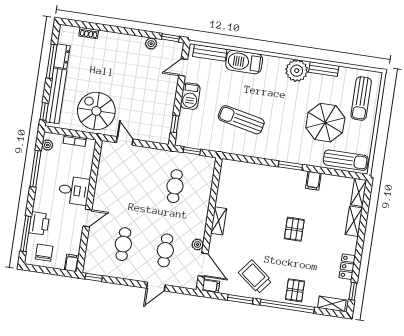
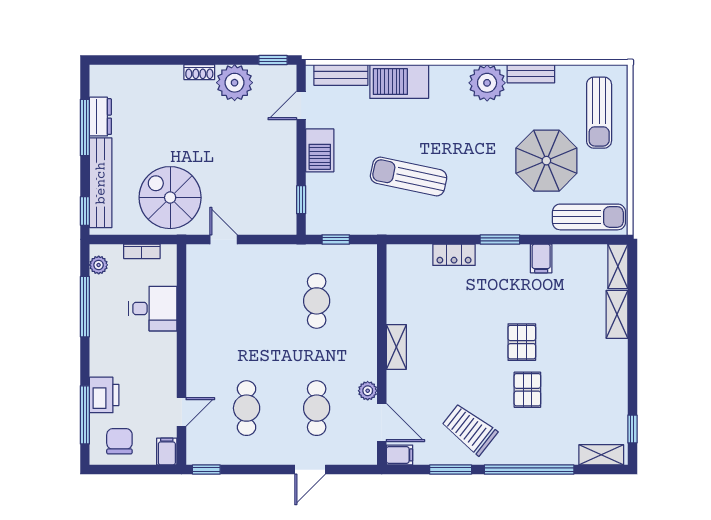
shoe rack: (89, 33) -> (199, 72), moved
plant: (151, 44) -> (235, 83), width x1.88, depth x1.88
desk: (74, 190) -> (153, 309), moved
door: (87, 218) -> (182, 412), moved
locker: (347, 267) -> (454, 255), moved, turned -90
pallet: (295, 290) -> (527, 390), moved

